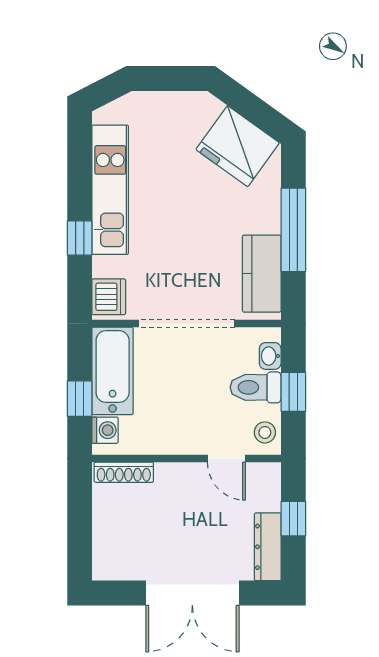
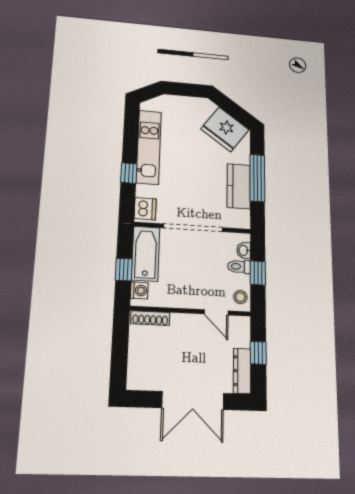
kitchen counter: (262, 274) -> (239, 186), moved
toilet: (256, 387) -> (239, 267), width x0.73, depth x0.72

